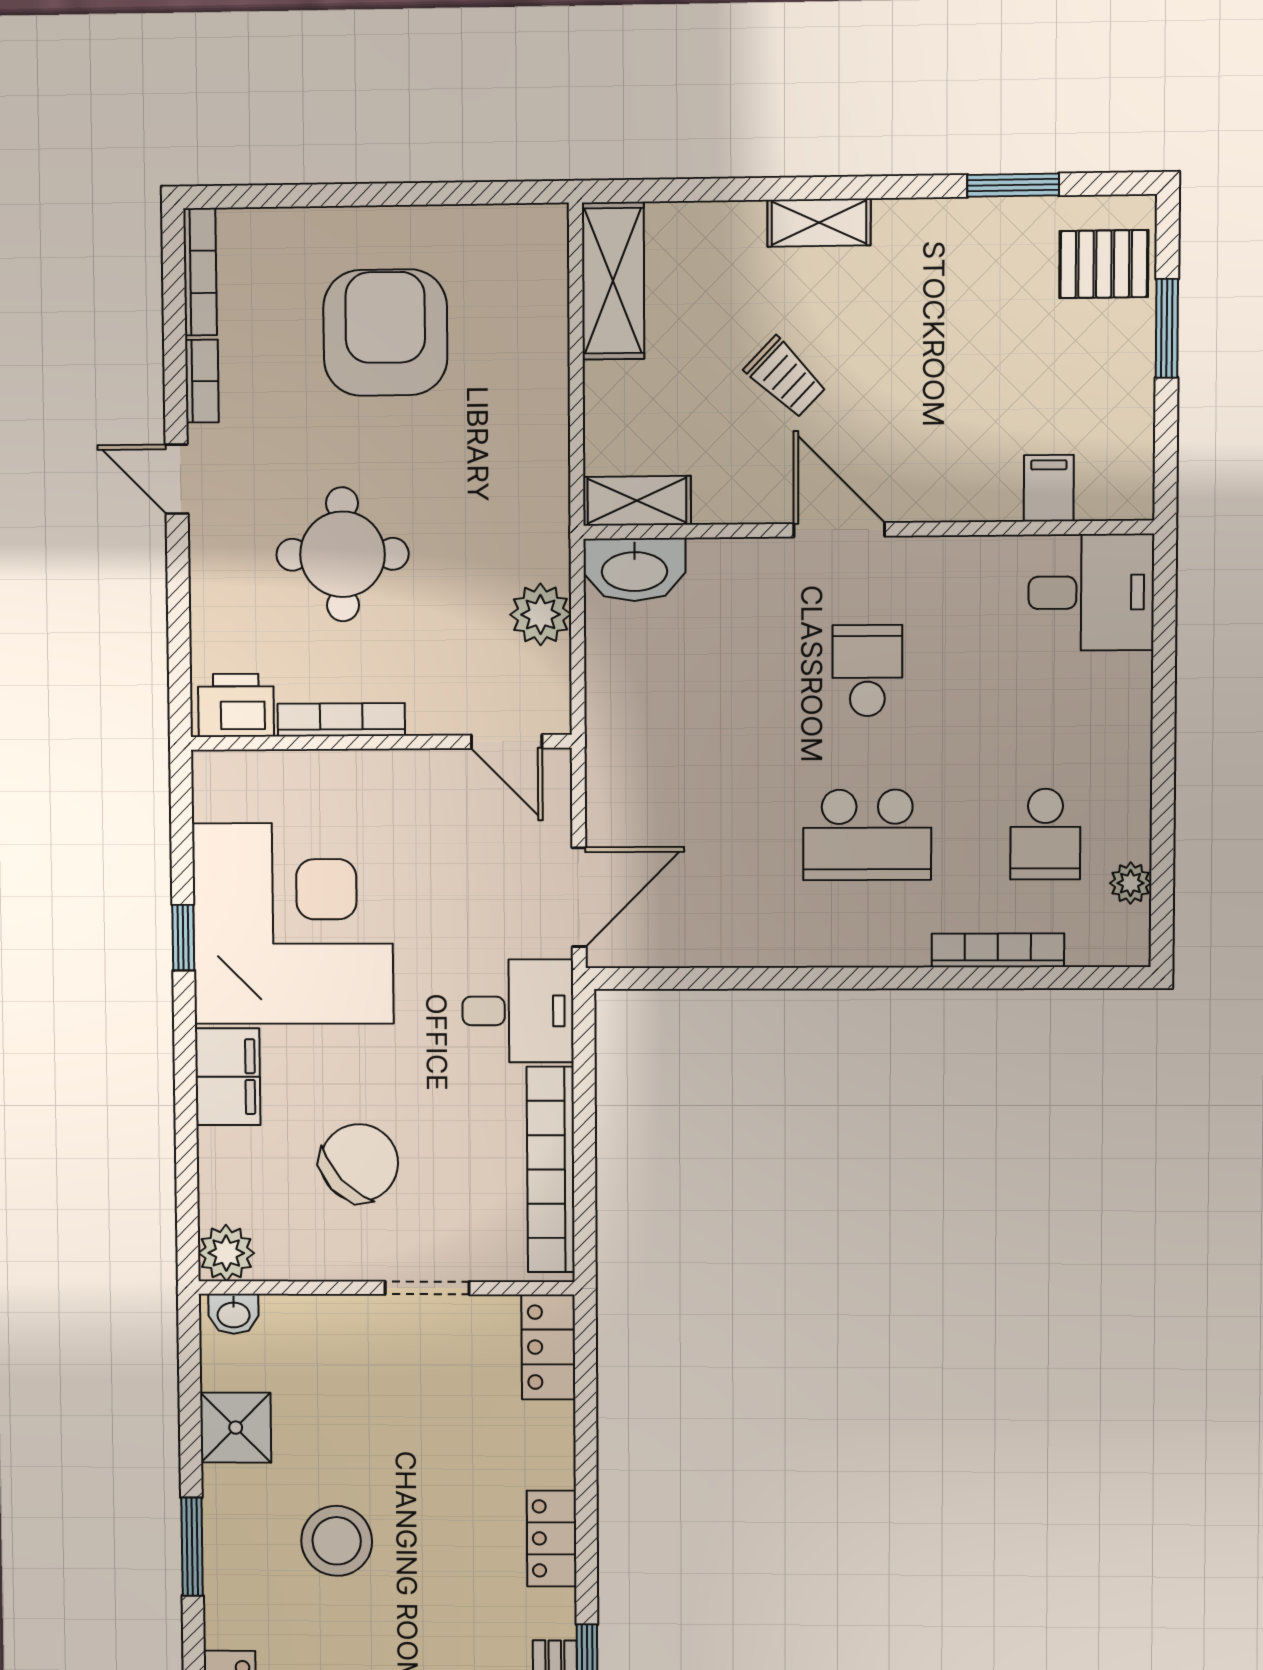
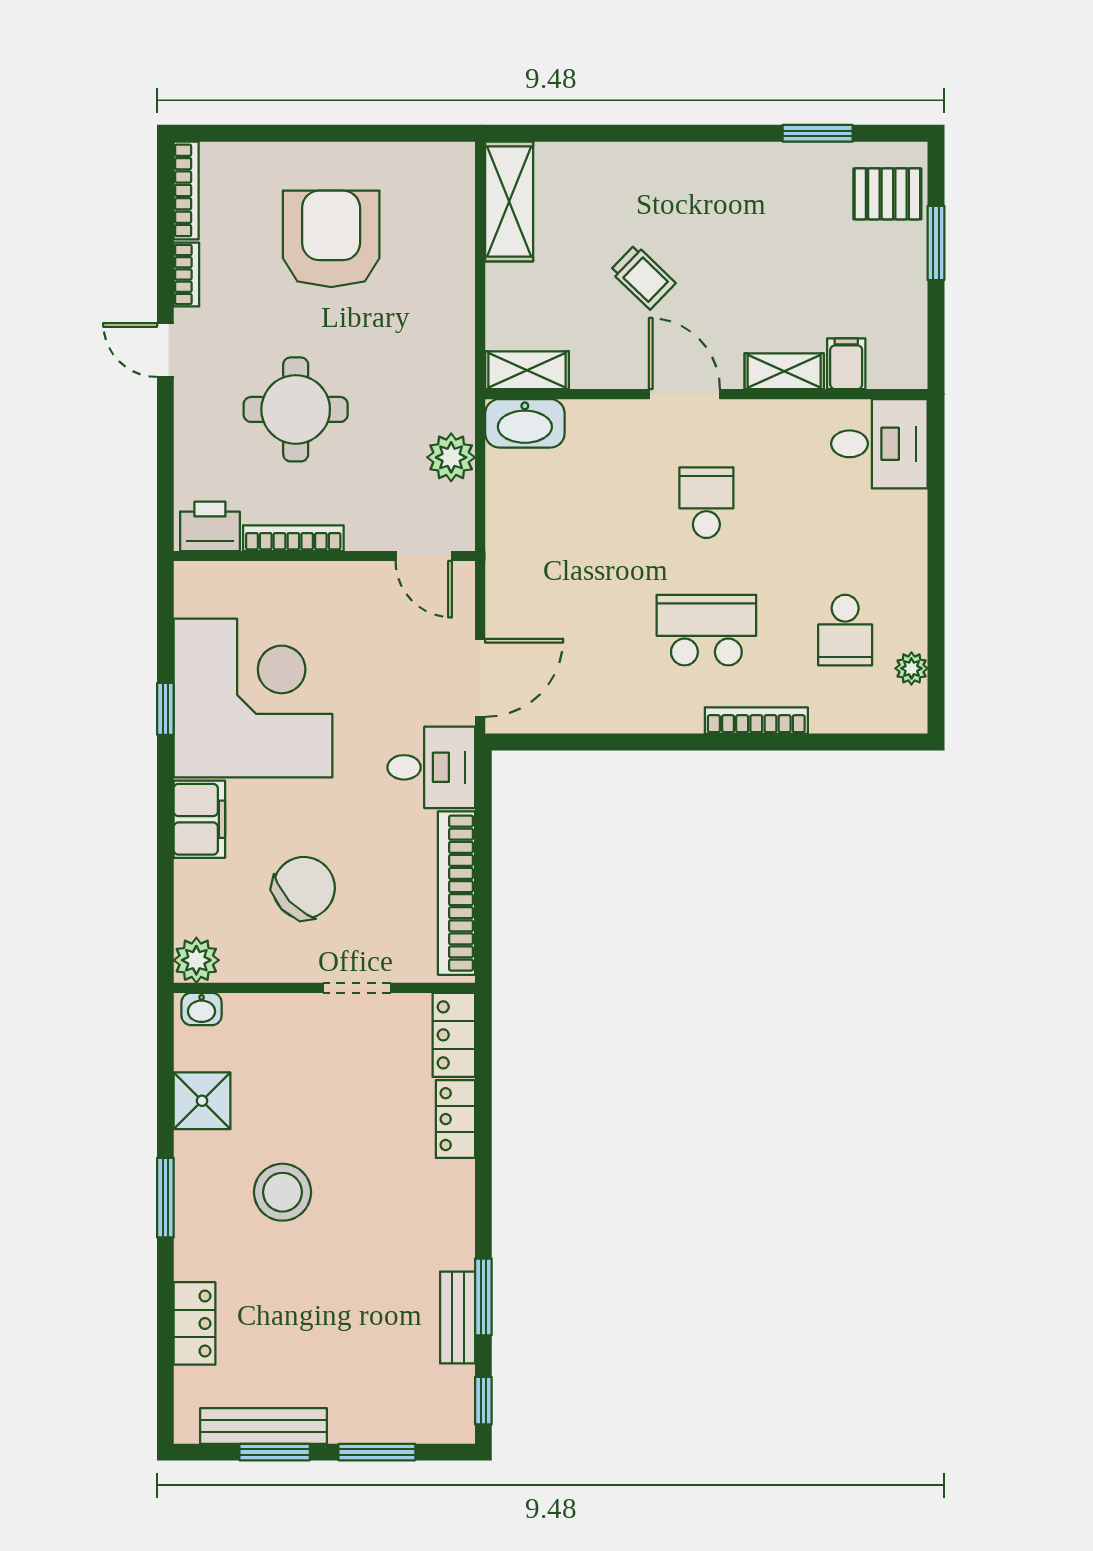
shelving: (819, 223) -> (784, 371), moved
school desk: (867, 835) -> (706, 630), turned 180
bookcase: (998, 950) -> (756, 721), moved
locker: (552, 1539) -> (455, 1119), moved

